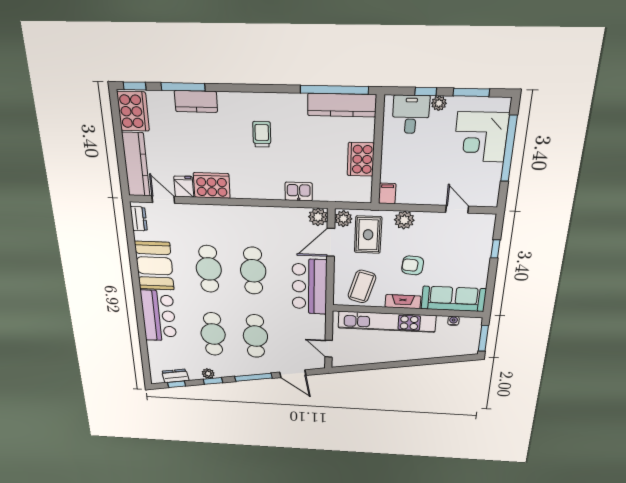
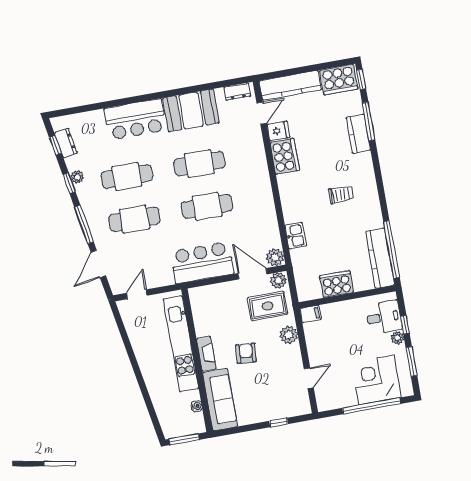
coffee table: (362, 287) -> (214, 312), removed

